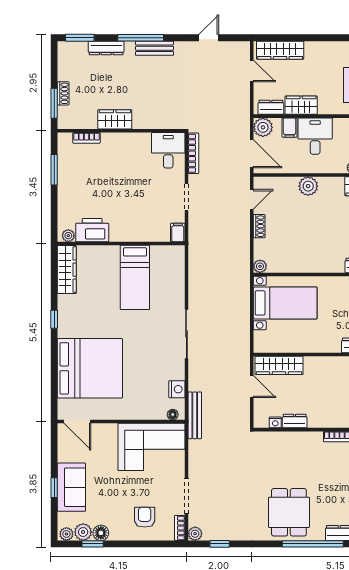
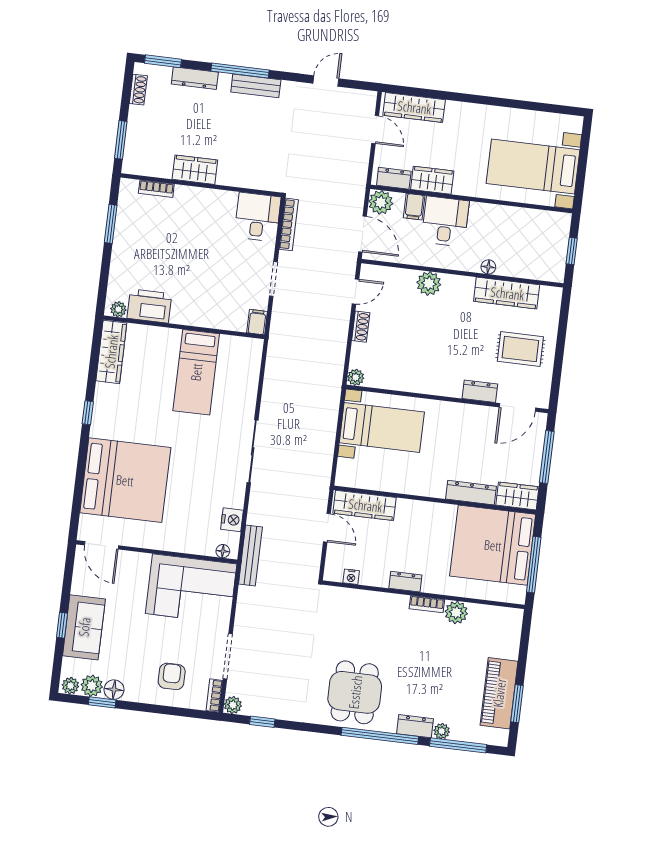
shoe rack: (63, 93) -> (138, 90), moved
dresser: (295, 421) -> (405, 582), moved

